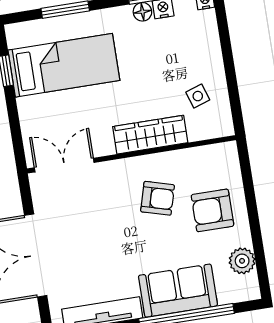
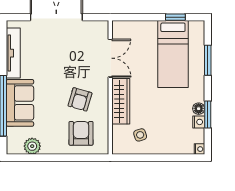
double door: (64, 165) -> (110, 58), moved
armchair: (212, 210) -> (81, 133), moved

